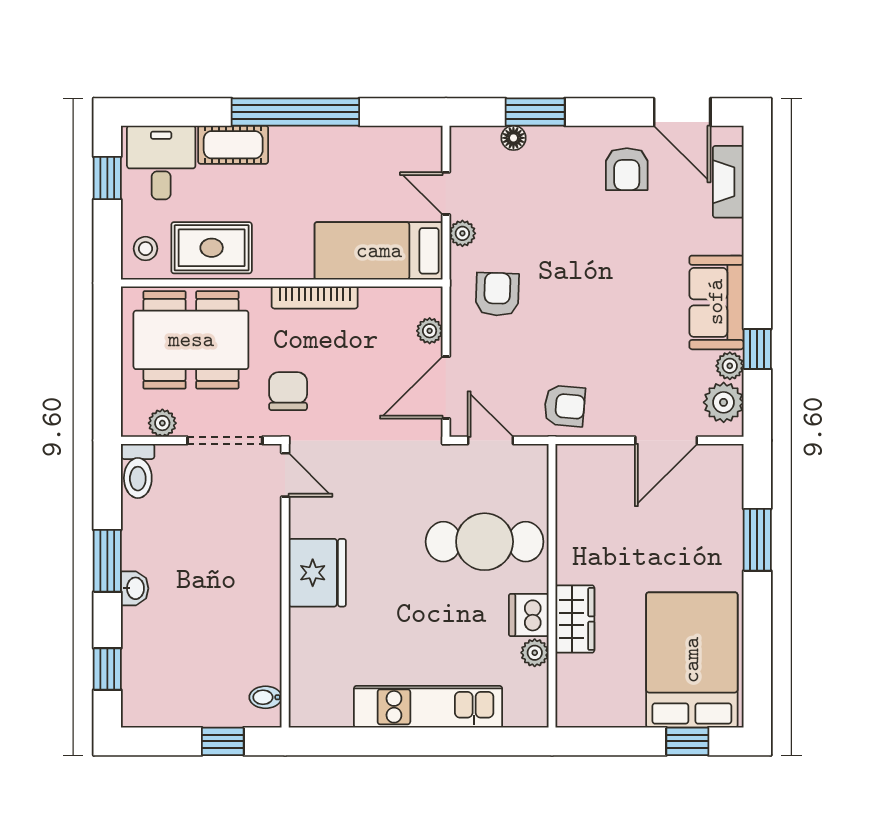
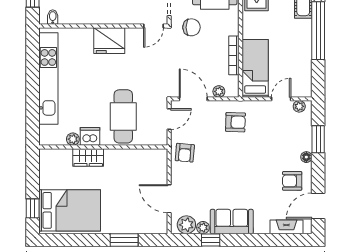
floor lamp: (513, 138) -> (306, 157), moved
plant: (462, 233) -> (299, 106), moved
bookcase: (315, 297) -> (234, 55), moved
kitchen unit: (428, 707) -> (48, 79), width x1.36

